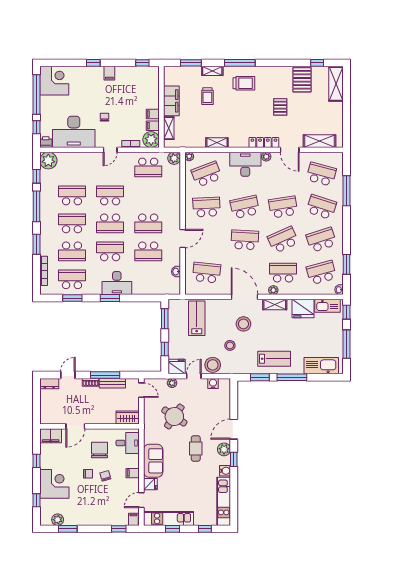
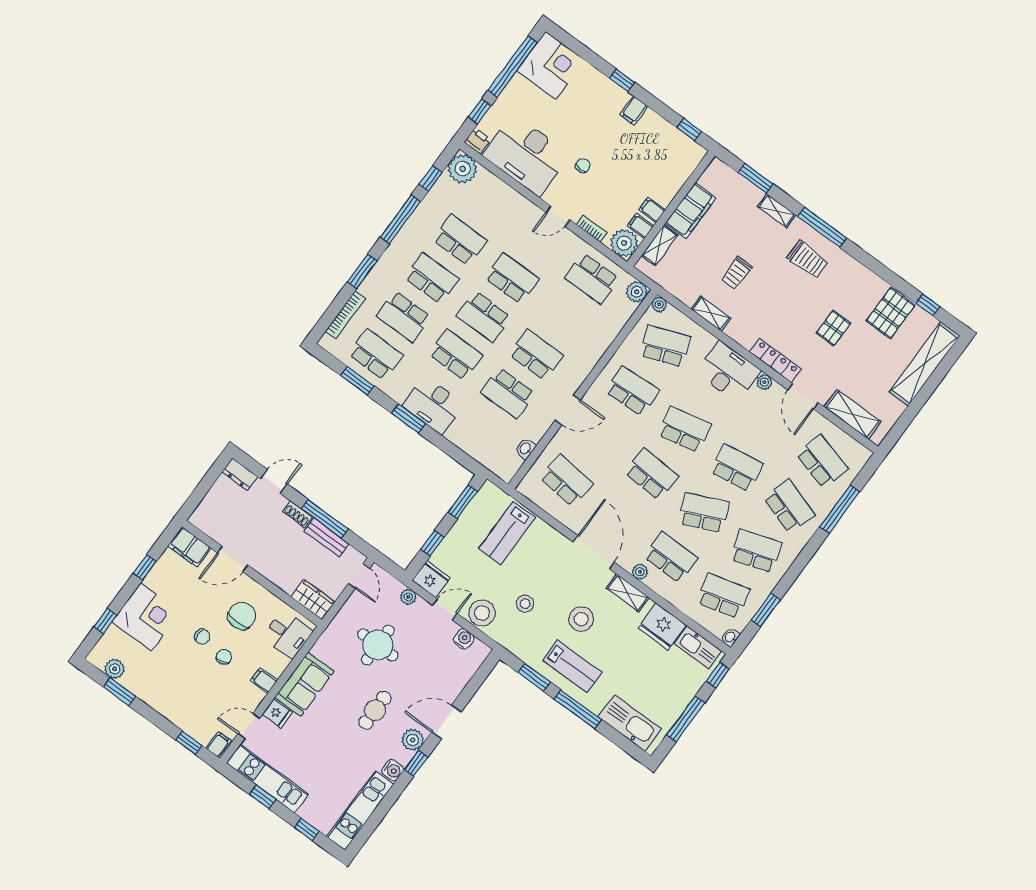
shelving: (336, 84) -> (925, 364), width x1.47
trolley: (207, 96) -> (737, 273), moved
school desk: (148, 223) -> (536, 355), turned 180
lab bench: (197, 318) -> (507, 533), turned 180
stool: (243, 324) -> (581, 619), moved
round table: (174, 416) -> (378, 645), turned -34

